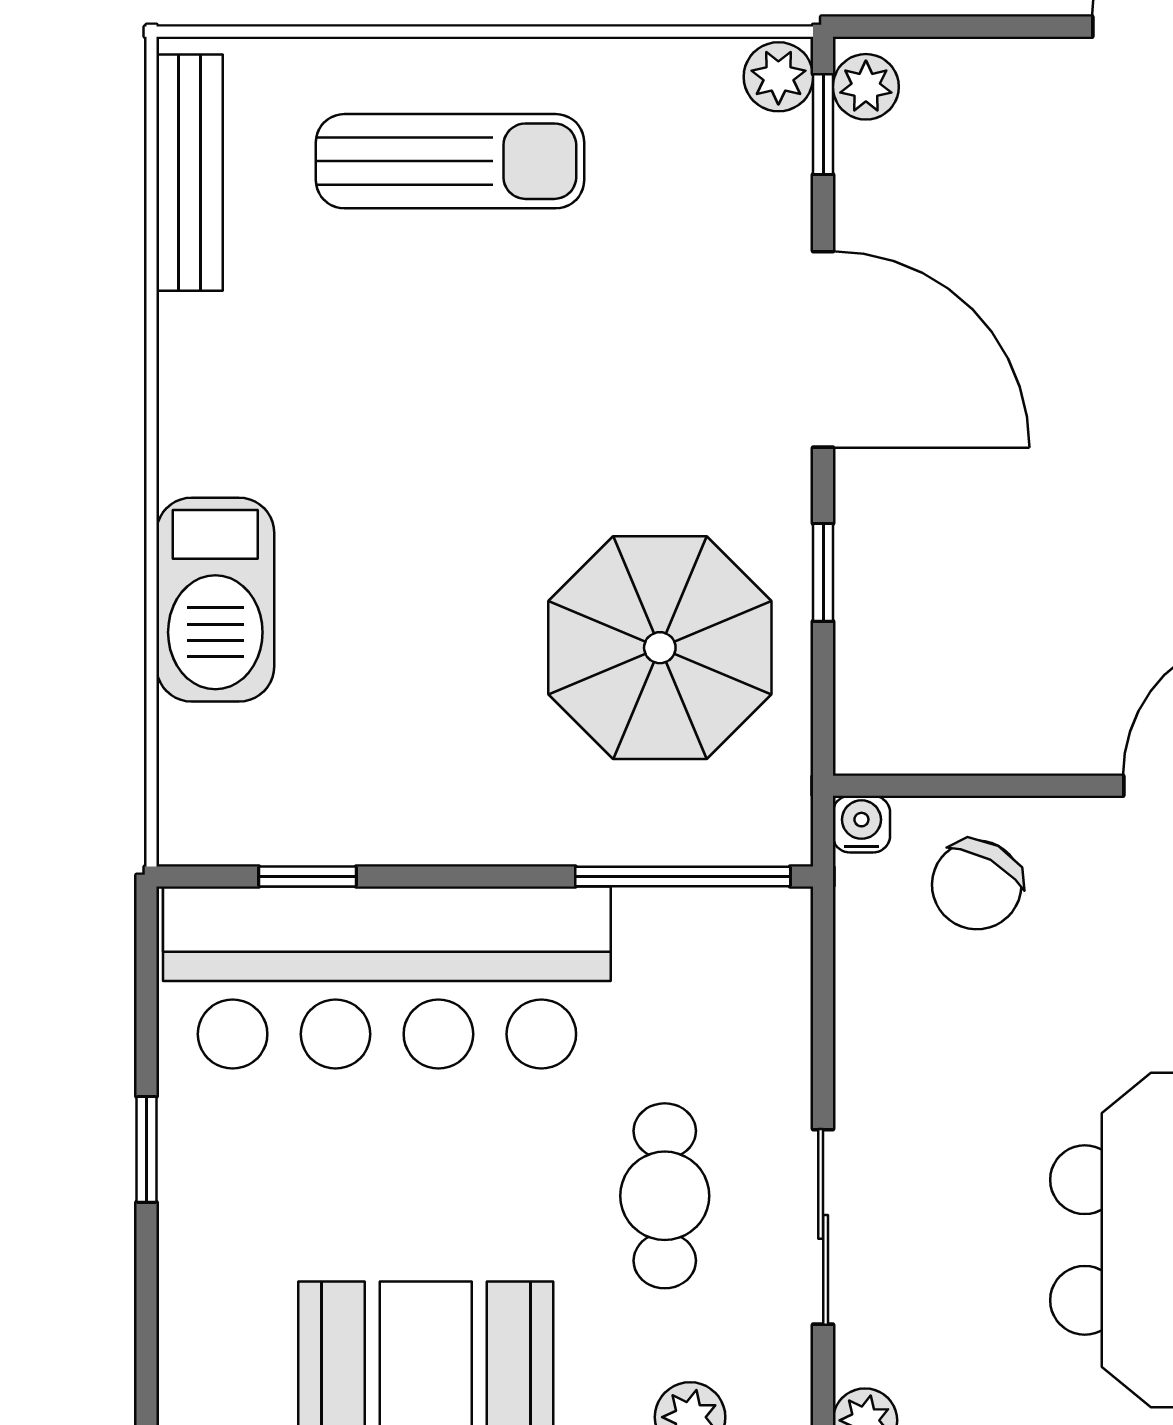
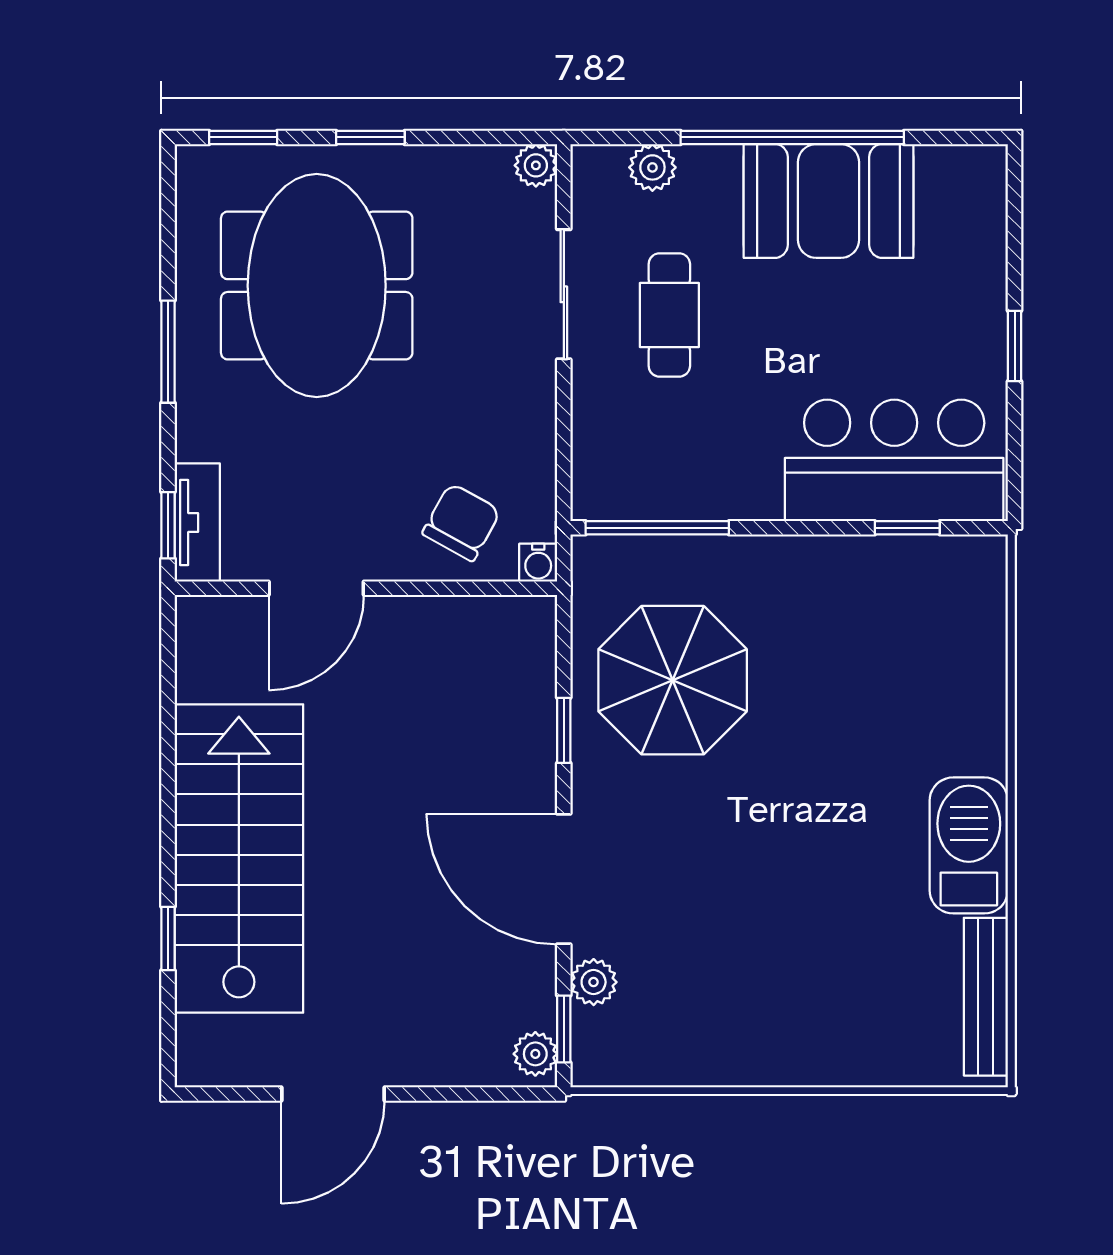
plant: (778, 77) -> (594, 982), moved
sun lounger: (450, 161) -> (812, 1004), removed
barbecue: (215, 600) -> (969, 845), moved
bar counter: (387, 978) -> (894, 460), width x0.73

